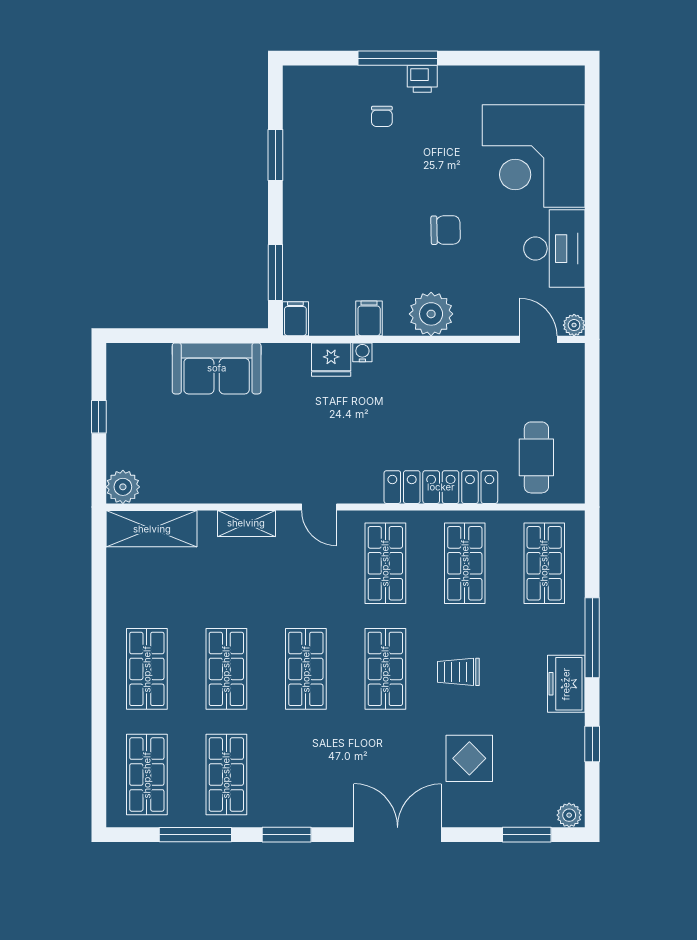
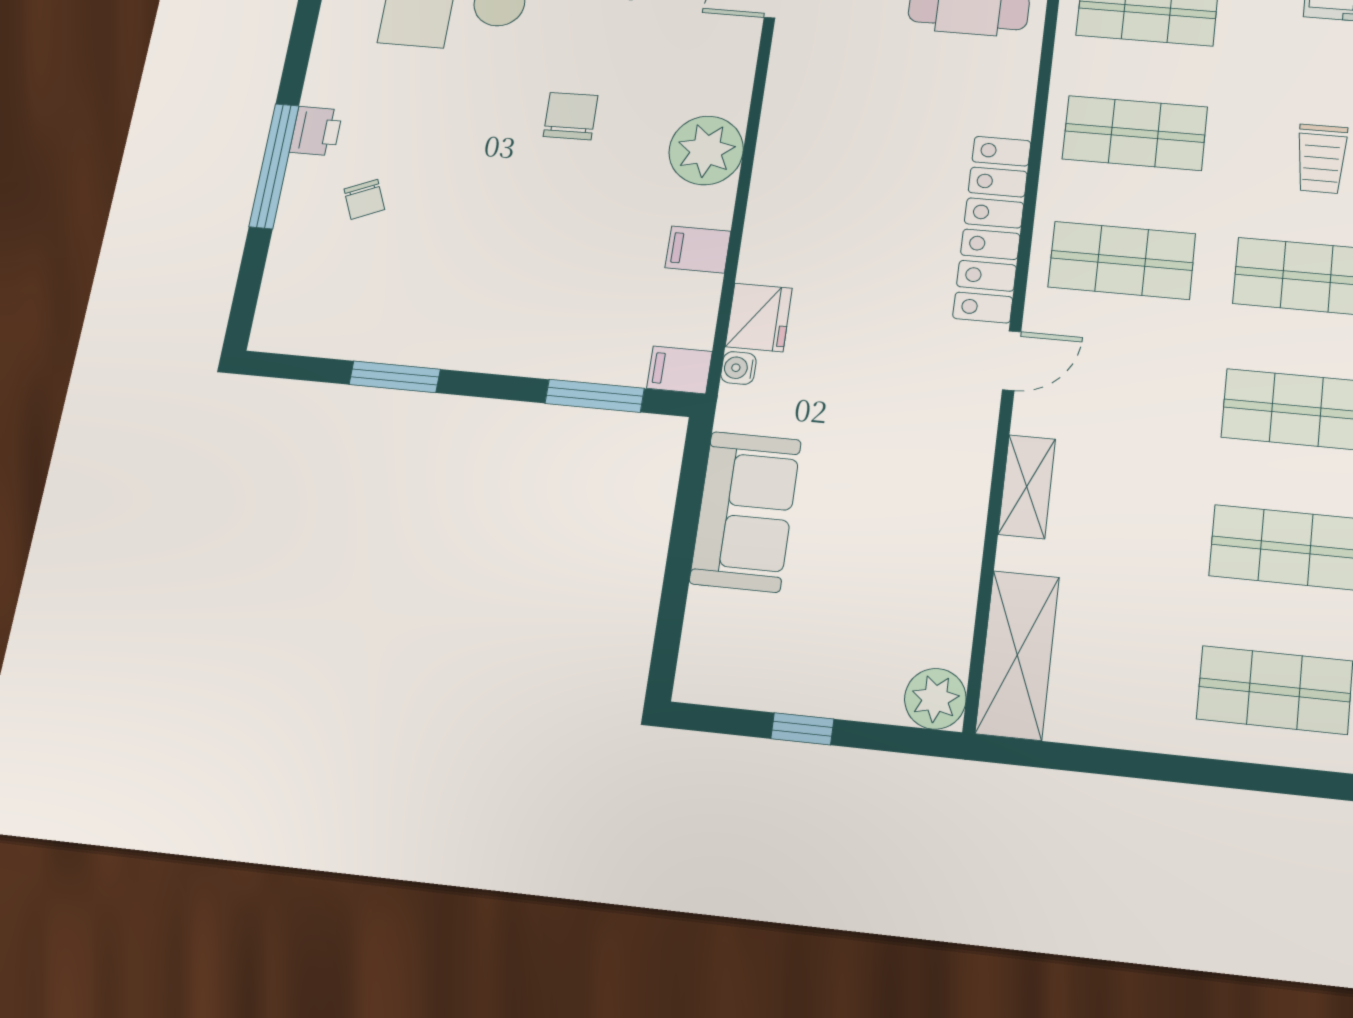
chair: (382, 116) -> (364, 199), turned 67
water cooler: (362, 352) -> (738, 368), moved
locker: (441, 487) -> (992, 229), moved

